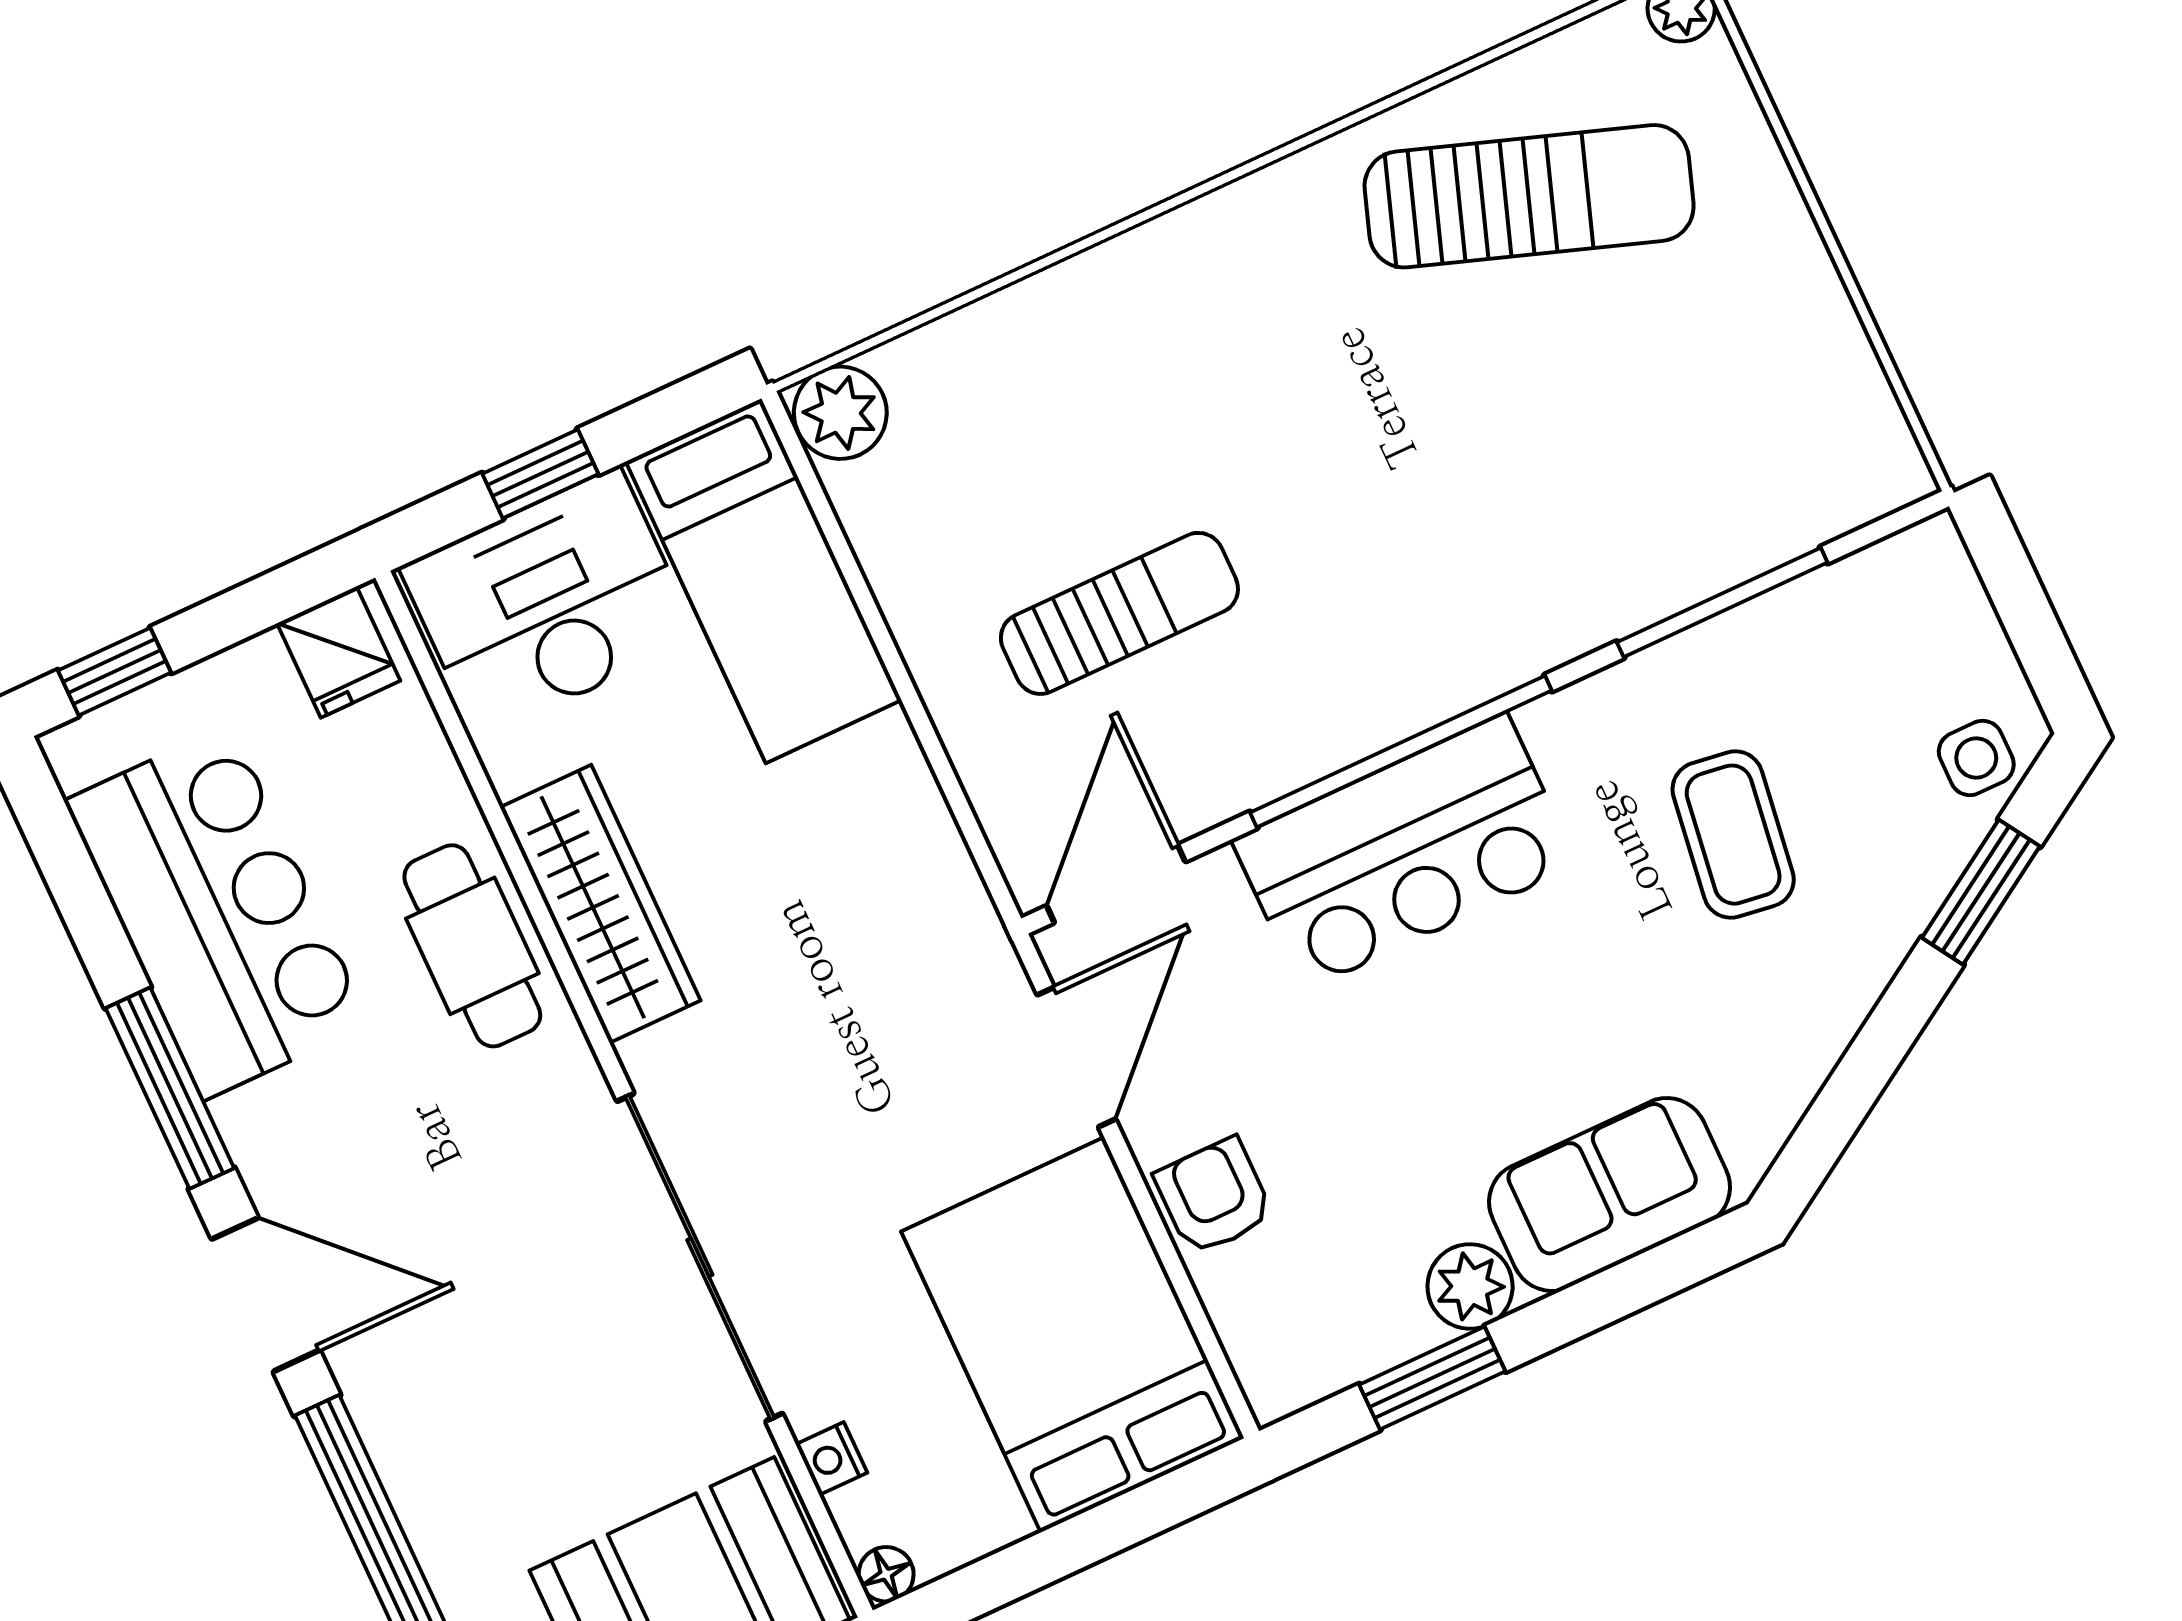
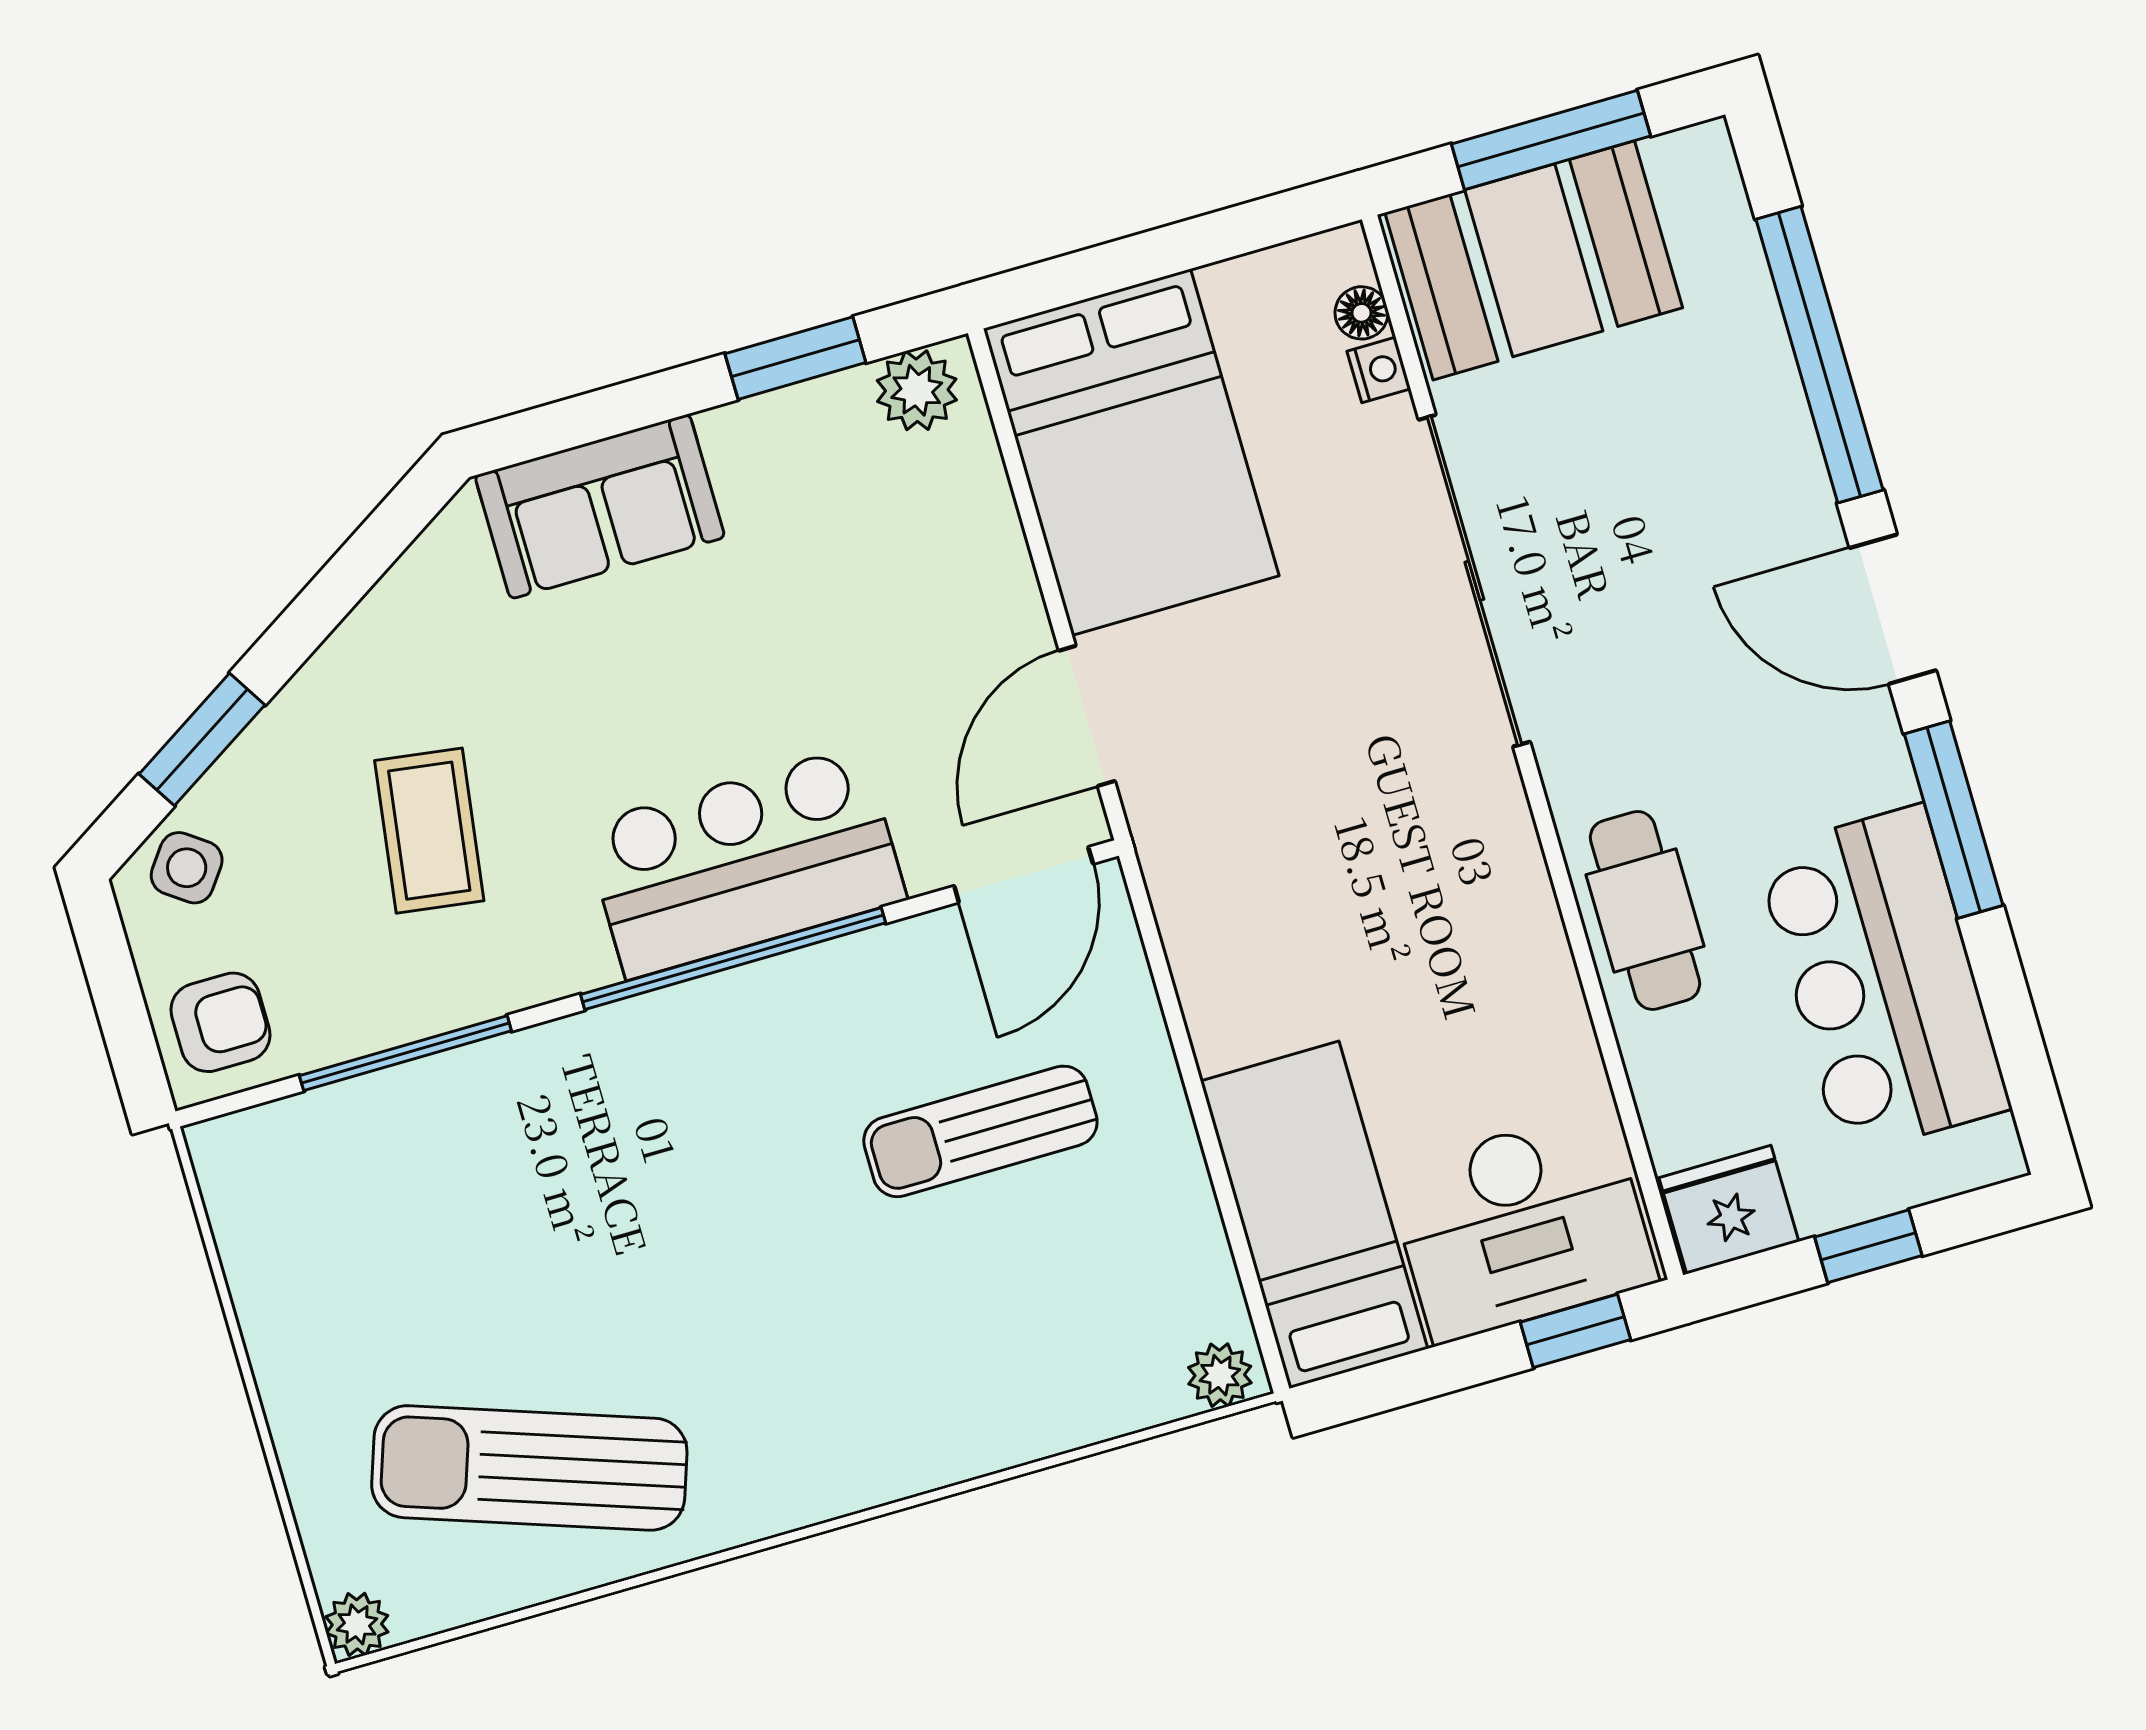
plant: (840, 413) -> (1220, 1375), width x0.73, depth x0.73
window: (540, 474) -> (1575, 1331), moved
fridge: (339, 652) -> (1729, 1210), width x1.38
window: (114, 672) -> (1868, 1246), moved
side table: (1976, 758) -> (187, 868), turned 36
wardrobe: (600, 904) -> (1517, 932), removed
armchair: (1214, 1196) -> (221, 1022), moved, turned -90
plant: (1470, 1286) -> (917, 390), moved
floor lamp: (886, 1574) -> (1362, 313), moved

